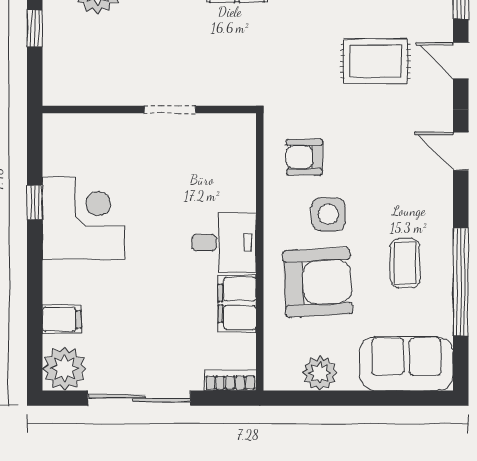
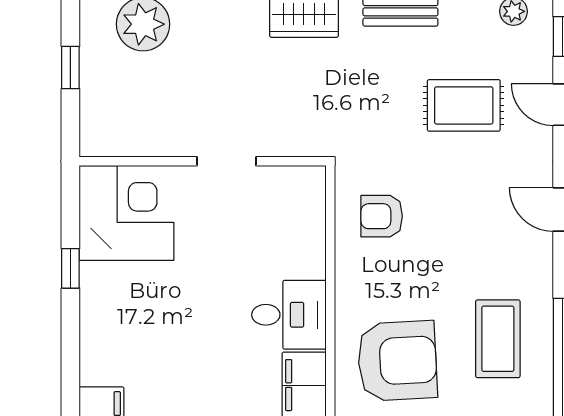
side table: (328, 214) -> (409, 282), removed
corner desk: (83, 218) -> (127, 213), moved
coffee table: (405, 263) -> (498, 339), width x1.36, depth x1.30

